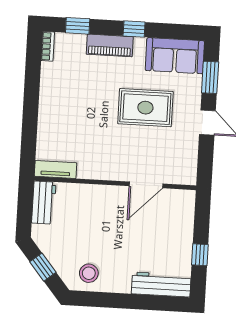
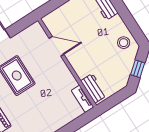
workbench: (44, 203) -> (94, 88), moved, turned 90

